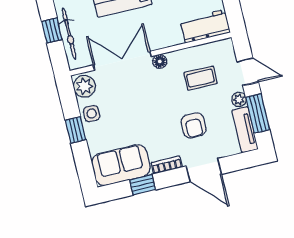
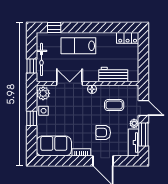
workbench: (205, 26) -> (113, 75), moved
window: (52, 30) -> (32, 66), moved
double door: (122, 61) -> (70, 83), width x0.73
armchair: (194, 125) -> (103, 133), turned 90
window: (142, 185) -> (64, 161), removed

